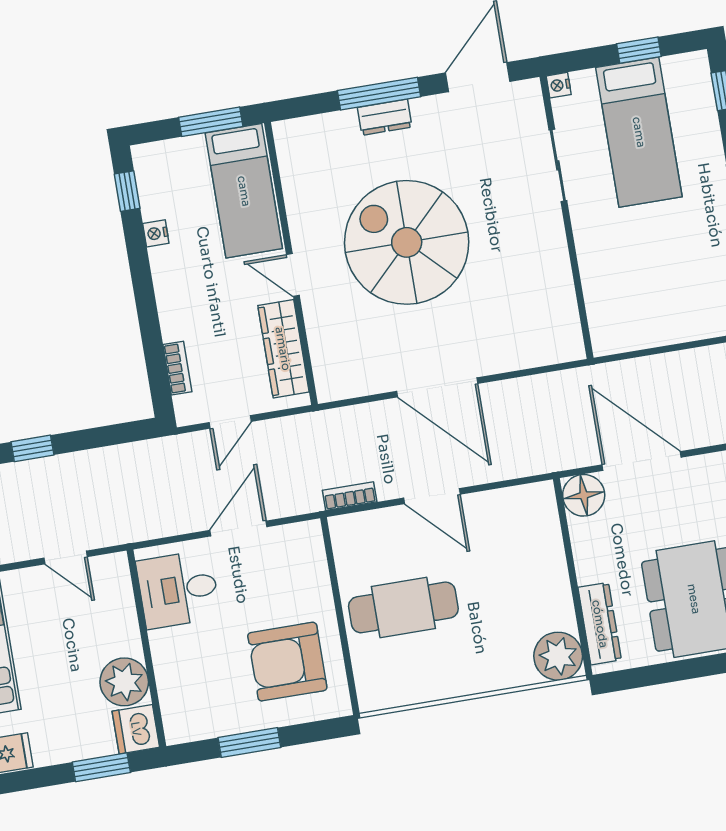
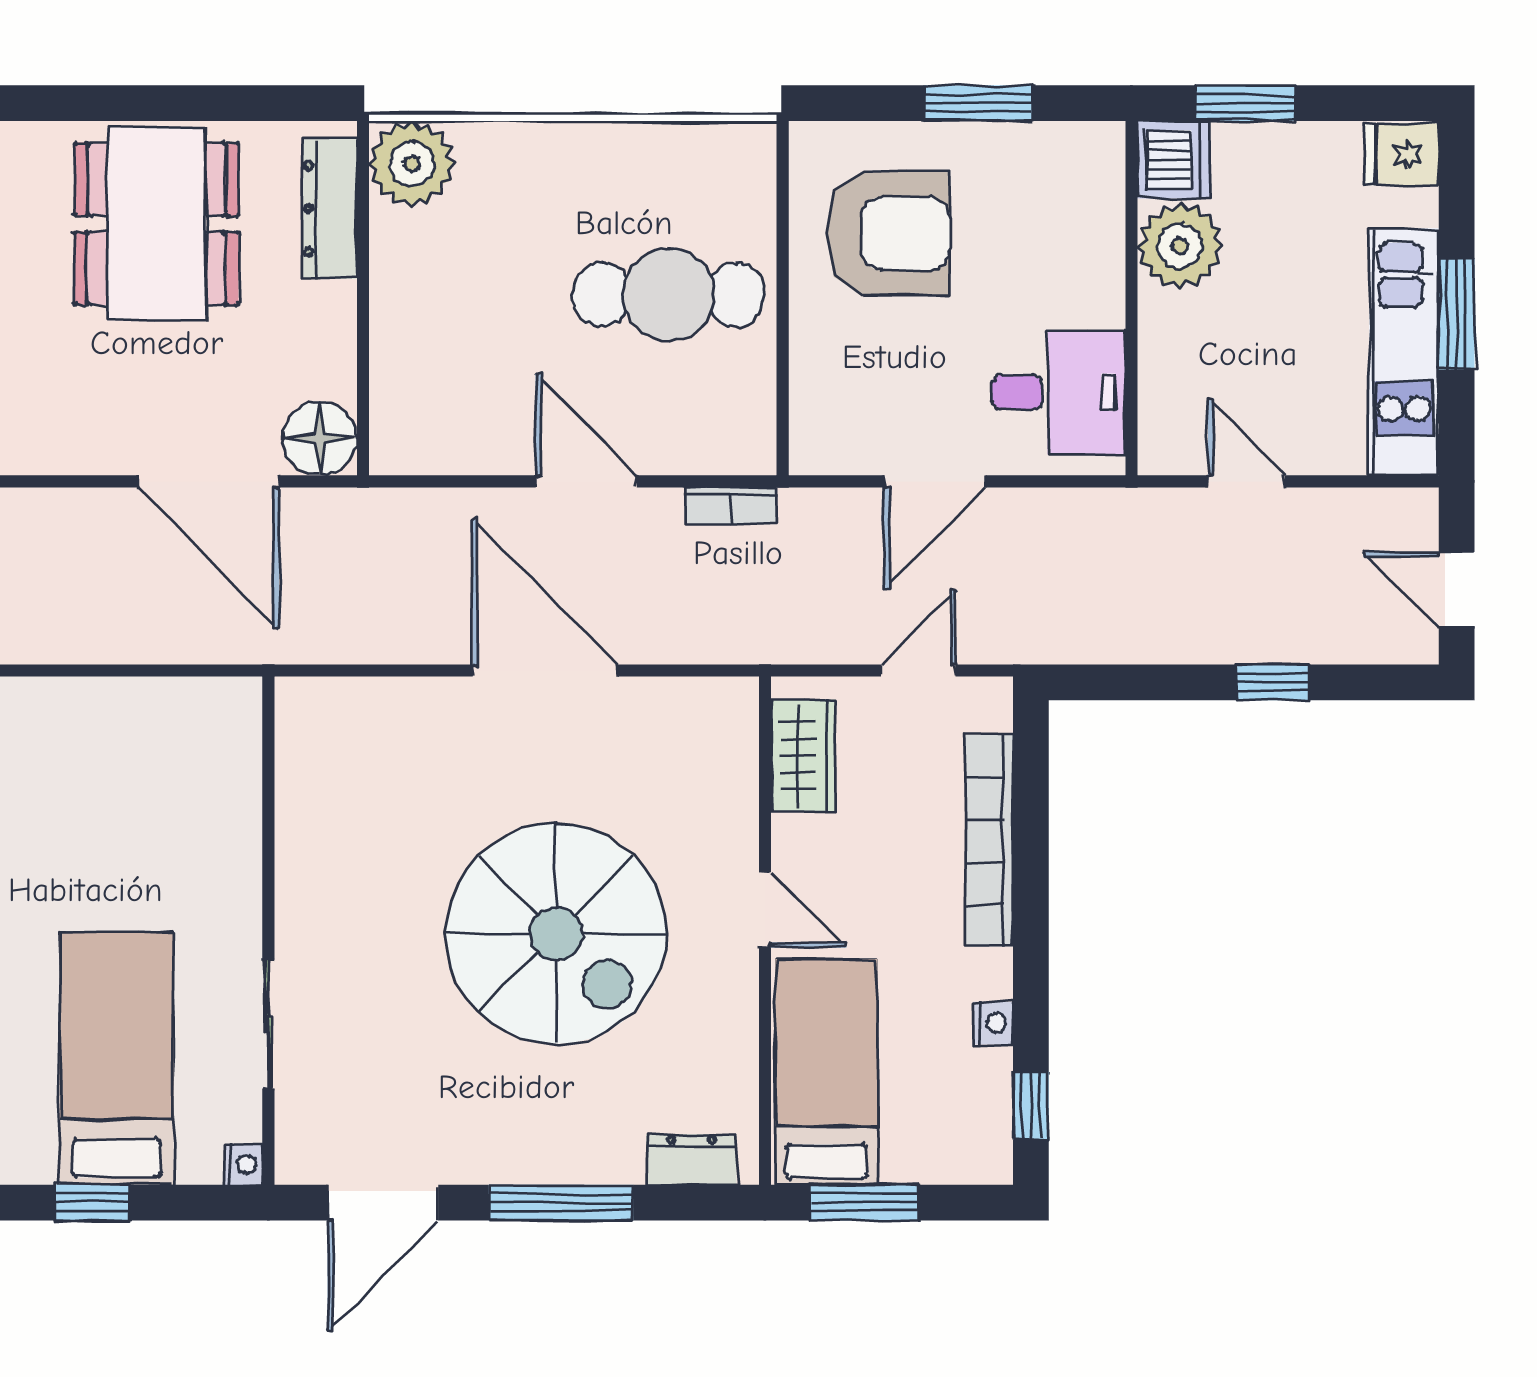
dresser: (385, 117) -> (691, 1160), moved
wardrobe: (283, 349) -> (803, 755), width x0.67
bookcase: (177, 368) -> (989, 841), width x2.31, depth x1.31

